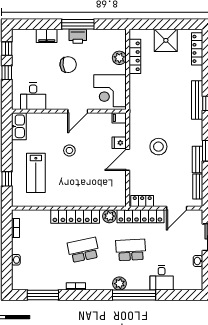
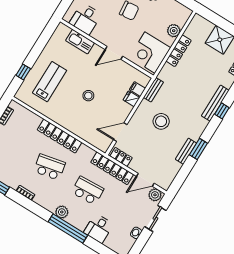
locker: (135, 56) -> (179, 51), moved
filing cabinet: (119, 118) -> (138, 89), moved
kitchen sink: (19, 126) -> (80, 42), moved, turned 90
stool: (69, 150) -> (88, 96), moved
door: (128, 160) -> (120, 132), moved
lab bench: (36, 173) -> (50, 82), turned 180
bench: (198, 187) -> (153, 90), moved
plant: (109, 216) -> (155, 195), moved

